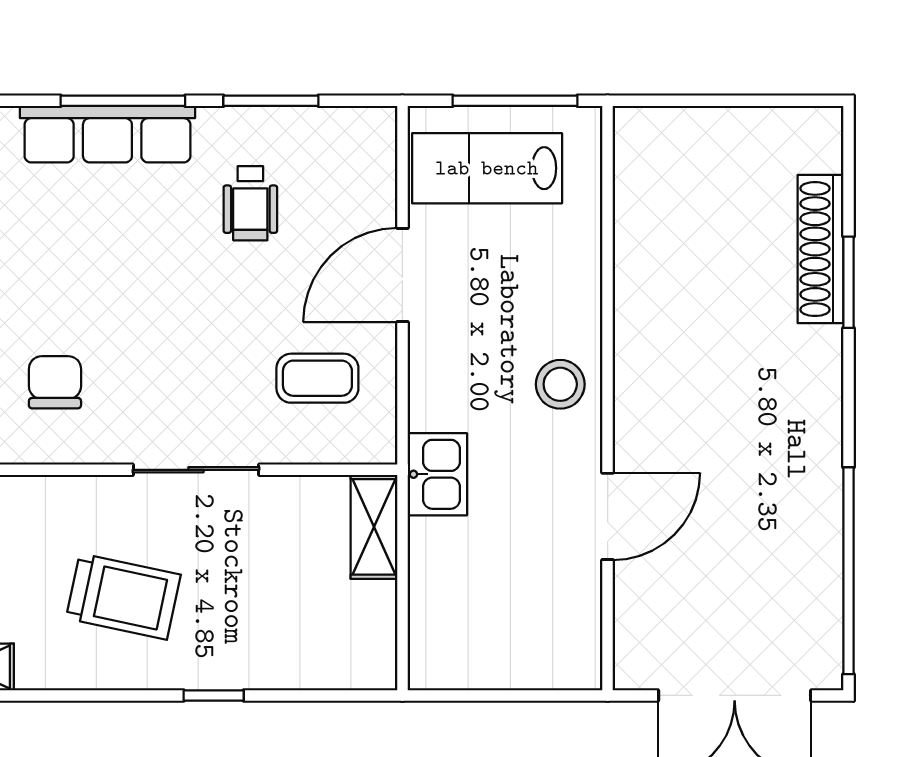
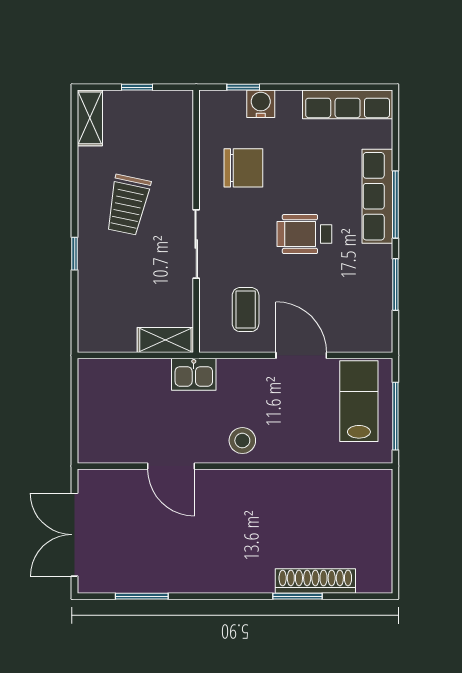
wheelchair: (250, 203) -> (304, 234), moved, width x1.36, depth x1.37
chair: (55, 382) -> (243, 168), width x1.37, depth x1.37
window: (848, 571) -> (142, 596), width x0.47

